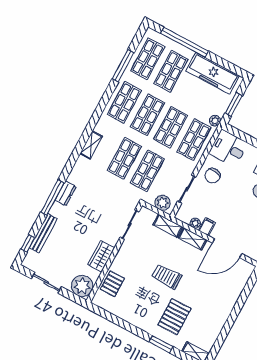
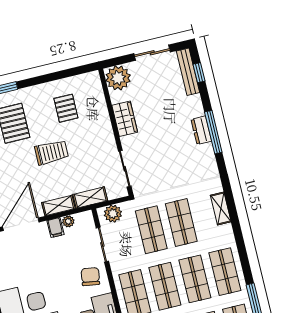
dresser: (66, 193) -> (201, 130), moved
bench: (43, 233) -> (188, 72), moved
pallet: (112, 284) -> (66, 108), moved

